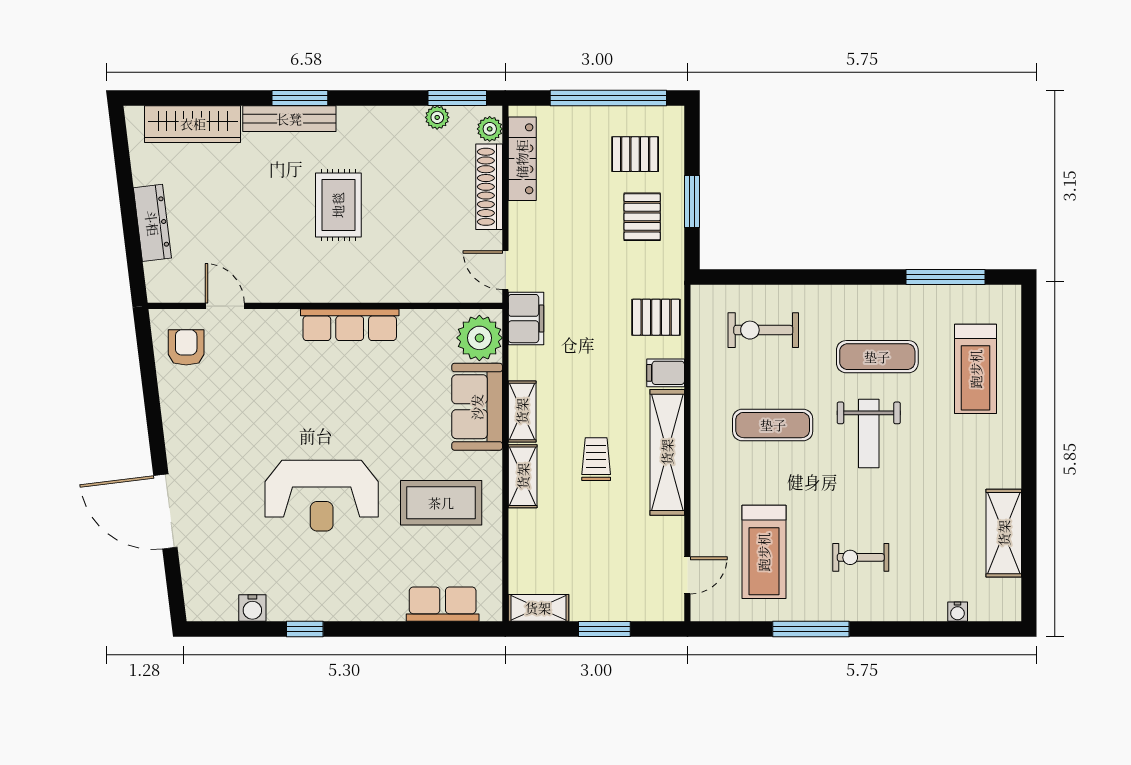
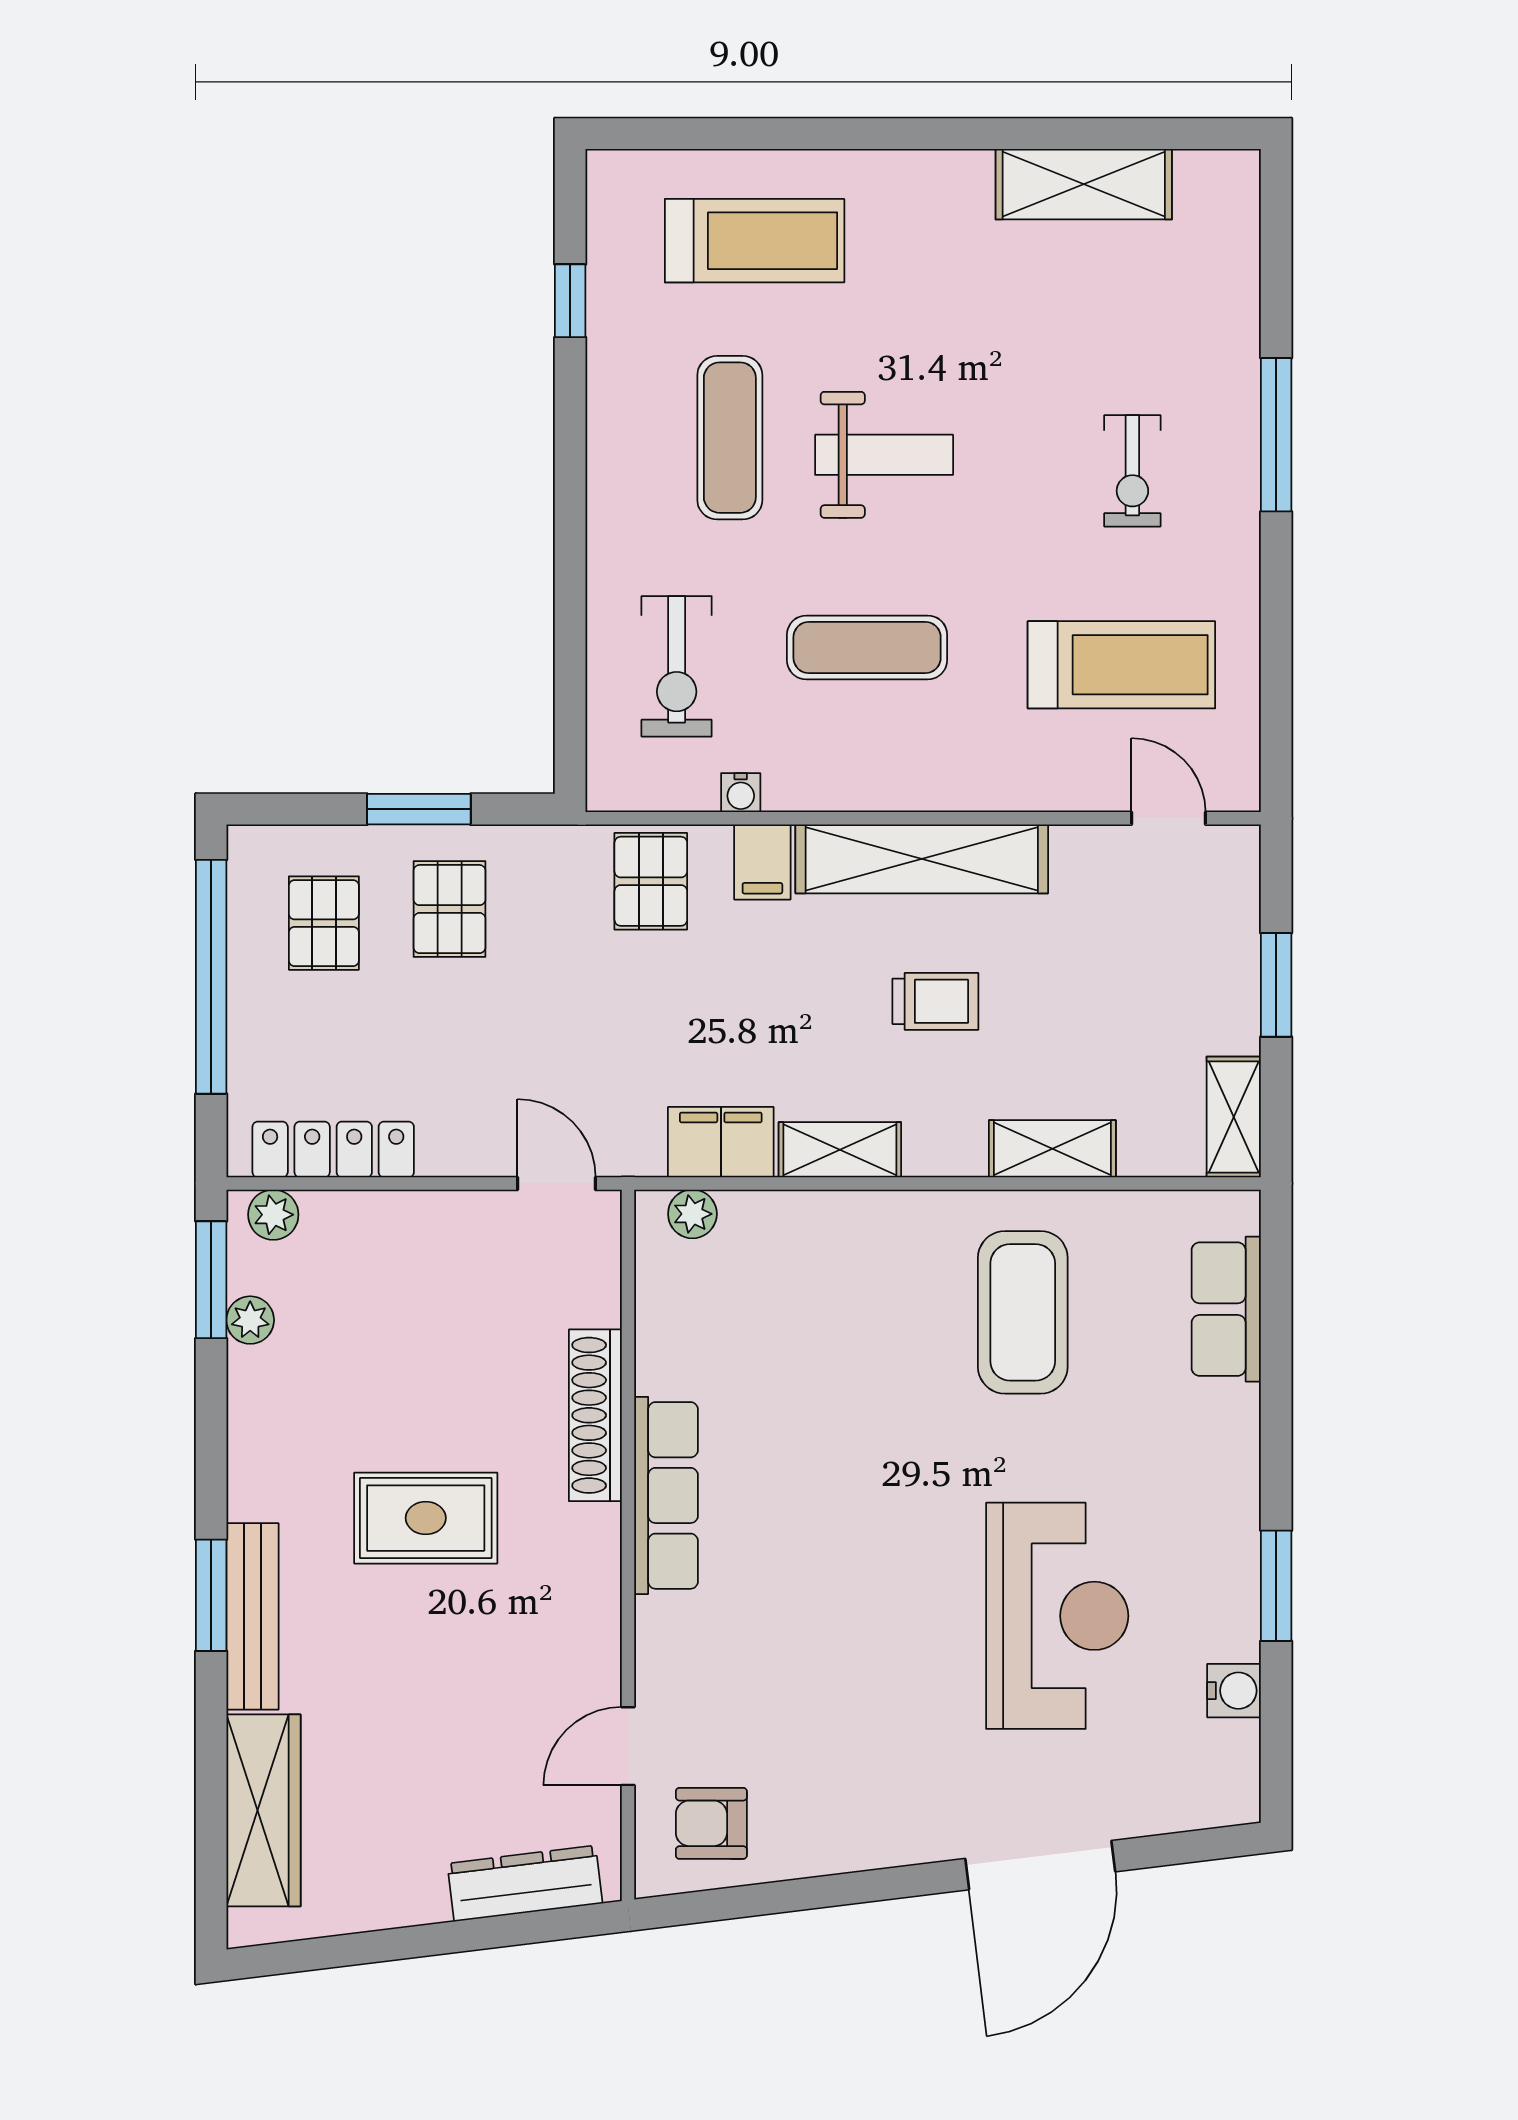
shoe rack: (489, 187) -> (595, 1415), moved, turned 90
pallet: (642, 217) -> (450, 909), turned 90
dresser: (152, 223) -> (525, 1883), moved
door: (505, 270) -> (557, 1183), swing flipped
window: (946, 277) -> (570, 301), width x0.46
filing cabinet: (526, 319) -> (721, 1142), moved
plant: (479, 338) -> (692, 1214), width x0.53, depth x0.53
sofa: (477, 407) -> (830, 1240), removed
exercise mat: (773, 425) -> (867, 647), turned 90
trolley: (596, 459) -> (935, 1001), turned 180
shelving: (523, 476) -> (1052, 1149), moved
reception desk: (322, 496) -> (1057, 1616), moved
water cooler: (958, 612) -> (741, 793), moved, turned 90
window: (305, 629) -> (1276, 1586), width x1.50
window: (811, 629) -> (1276, 435), moved

